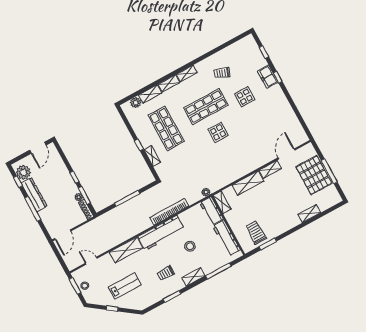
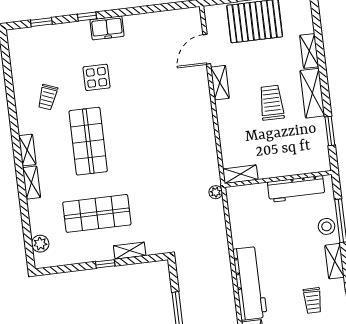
freezer: (268, 77) -> (107, 28), moved
shelving: (150, 94) -> (36, 217), removed
display table: (218, 132) -> (134, 139), removed
door: (286, 154) -> (207, 49), hinge flipped
shelving: (248, 183) -> (312, 93), moved
workbench: (211, 211) -> (247, 195), removed
bookcase: (169, 212) -> (223, 259), removed
trolley: (256, 232) -> (272, 103), moved, turned 90
stool: (190, 246) -> (327, 226), moved

